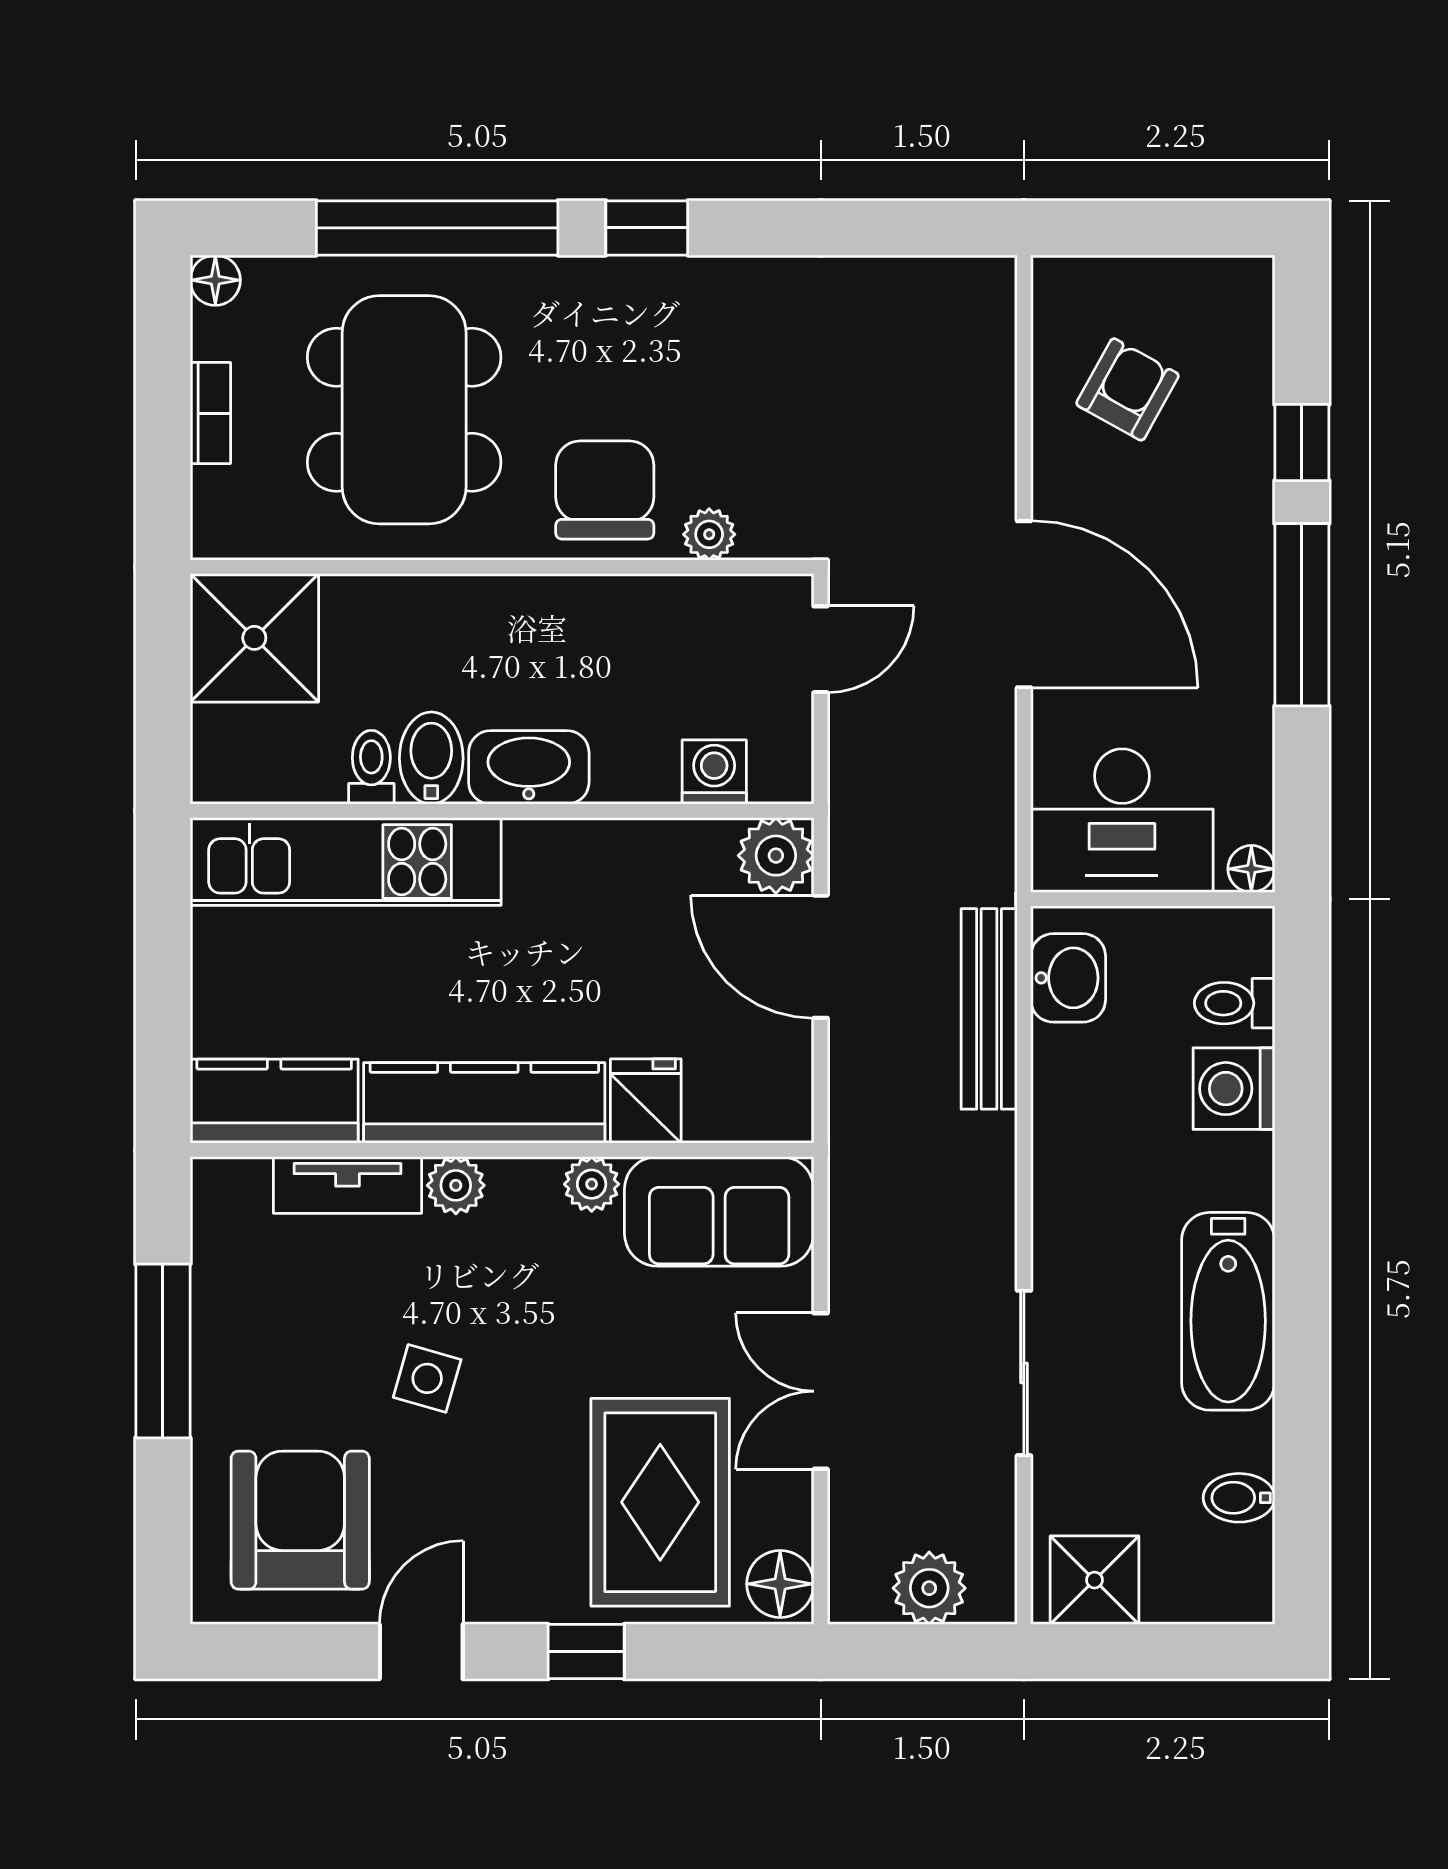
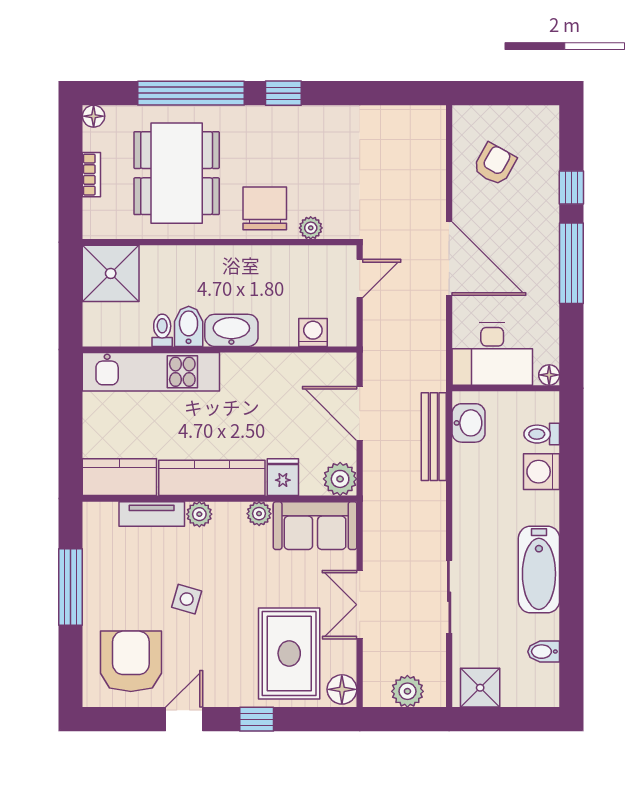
plant: (776, 856) -> (340, 479), moved

